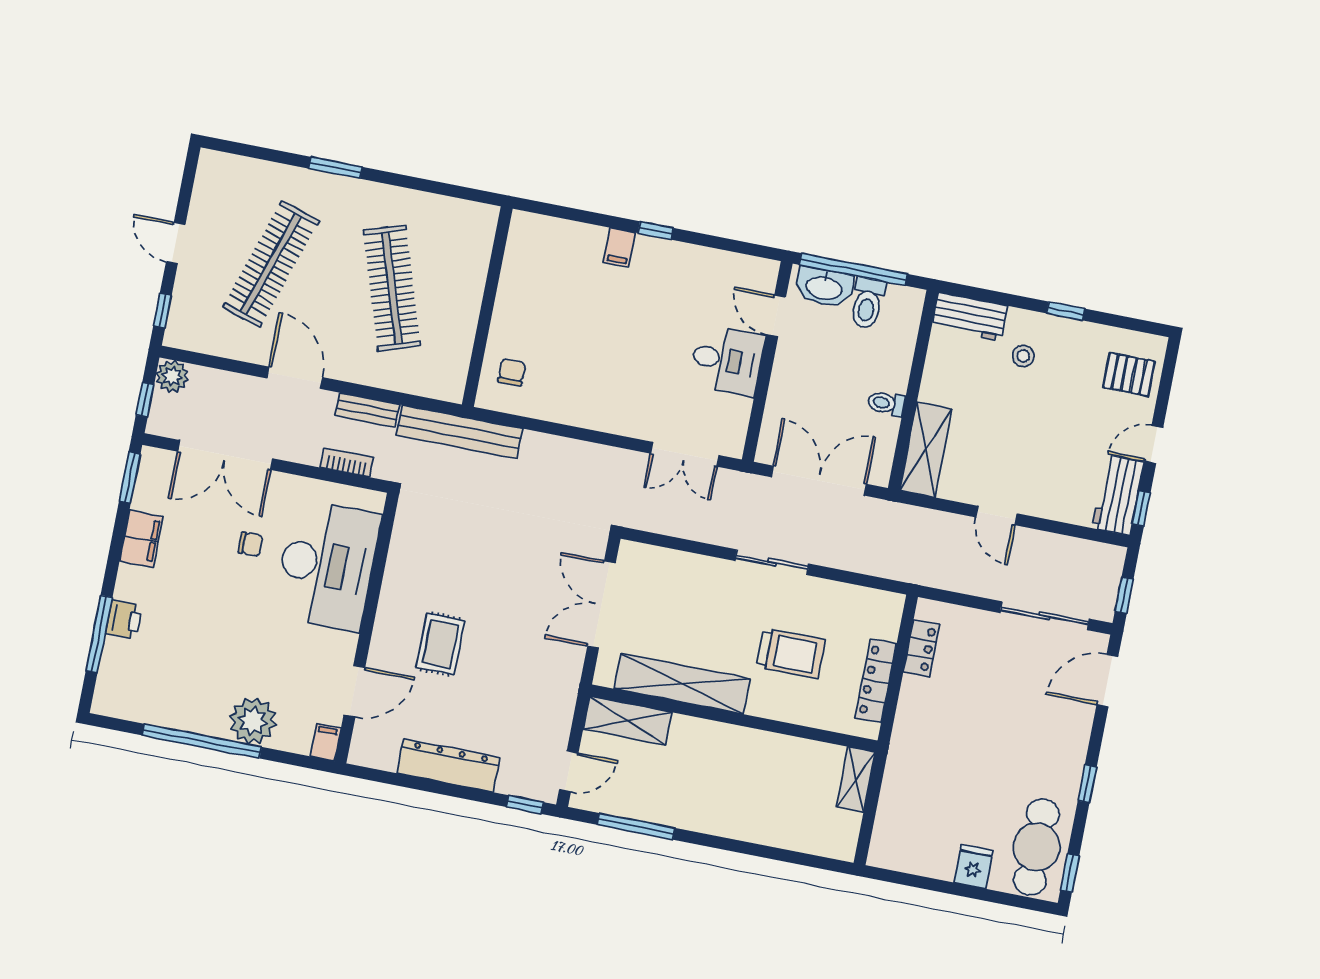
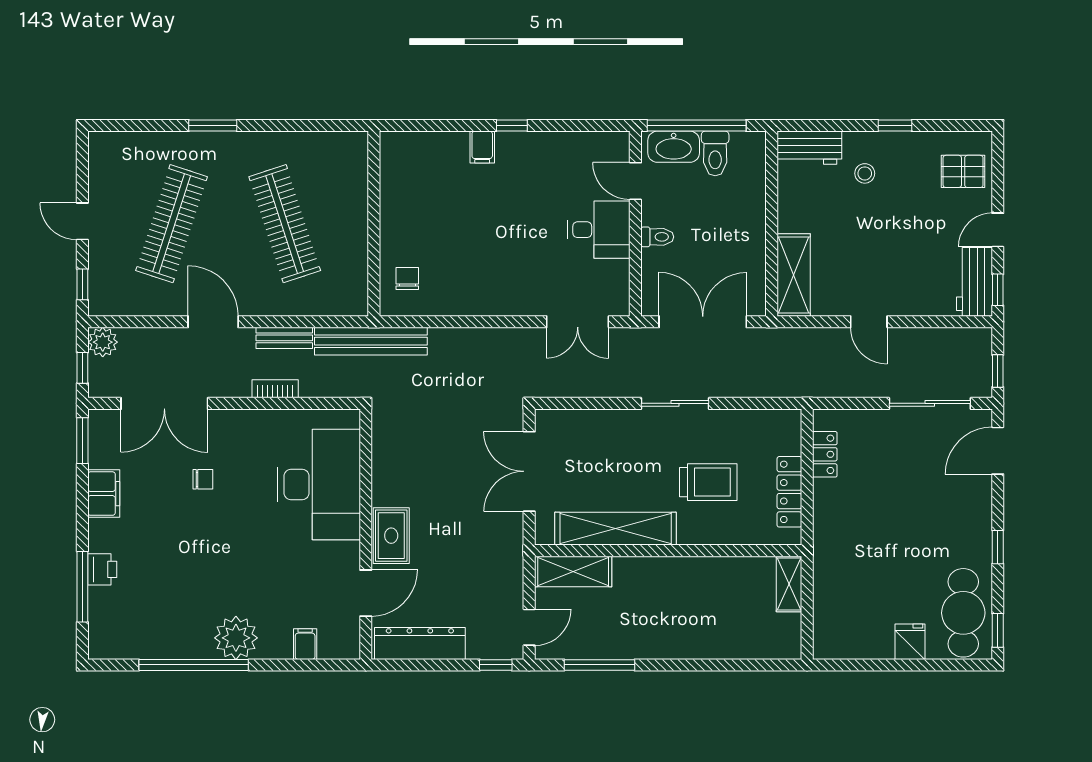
toilet: (886, 403) -> (657, 237), moved, turned 180
desk: (327, 565) -> (319, 484), moved
wall: (367, 628) -> (366, 534), moved
door: (354, 691) -> (366, 593), moved

